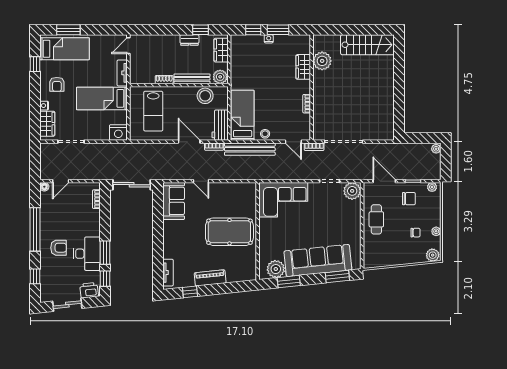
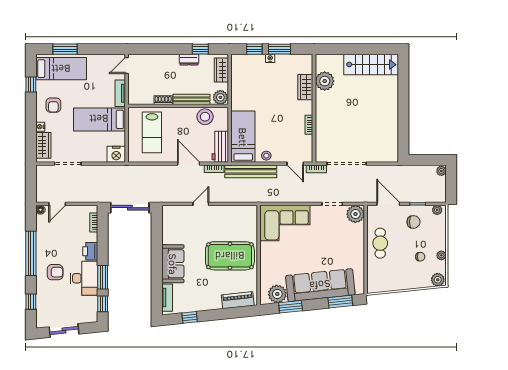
door: (201, 181) -> (201, 204), swing flipped
sofa: (174, 201) -> (173, 264), moved
piano: (210, 278) -> (238, 300), moved
printer: (89, 290) -> (90, 251), moved, turned -84

